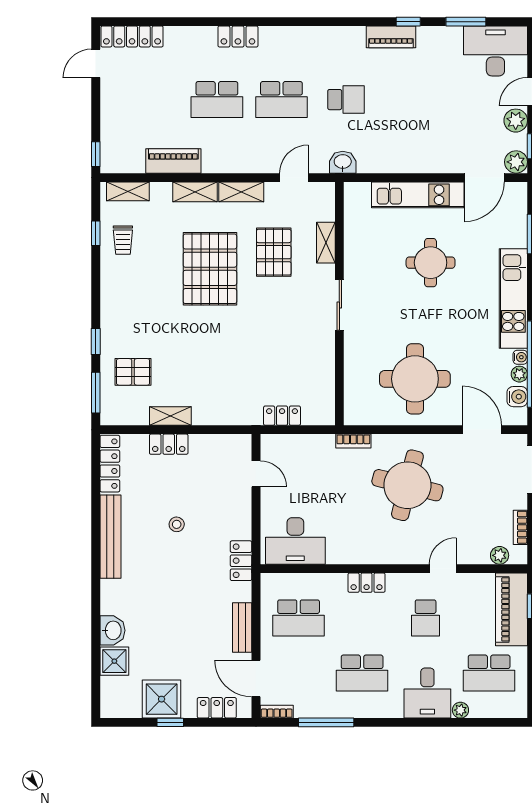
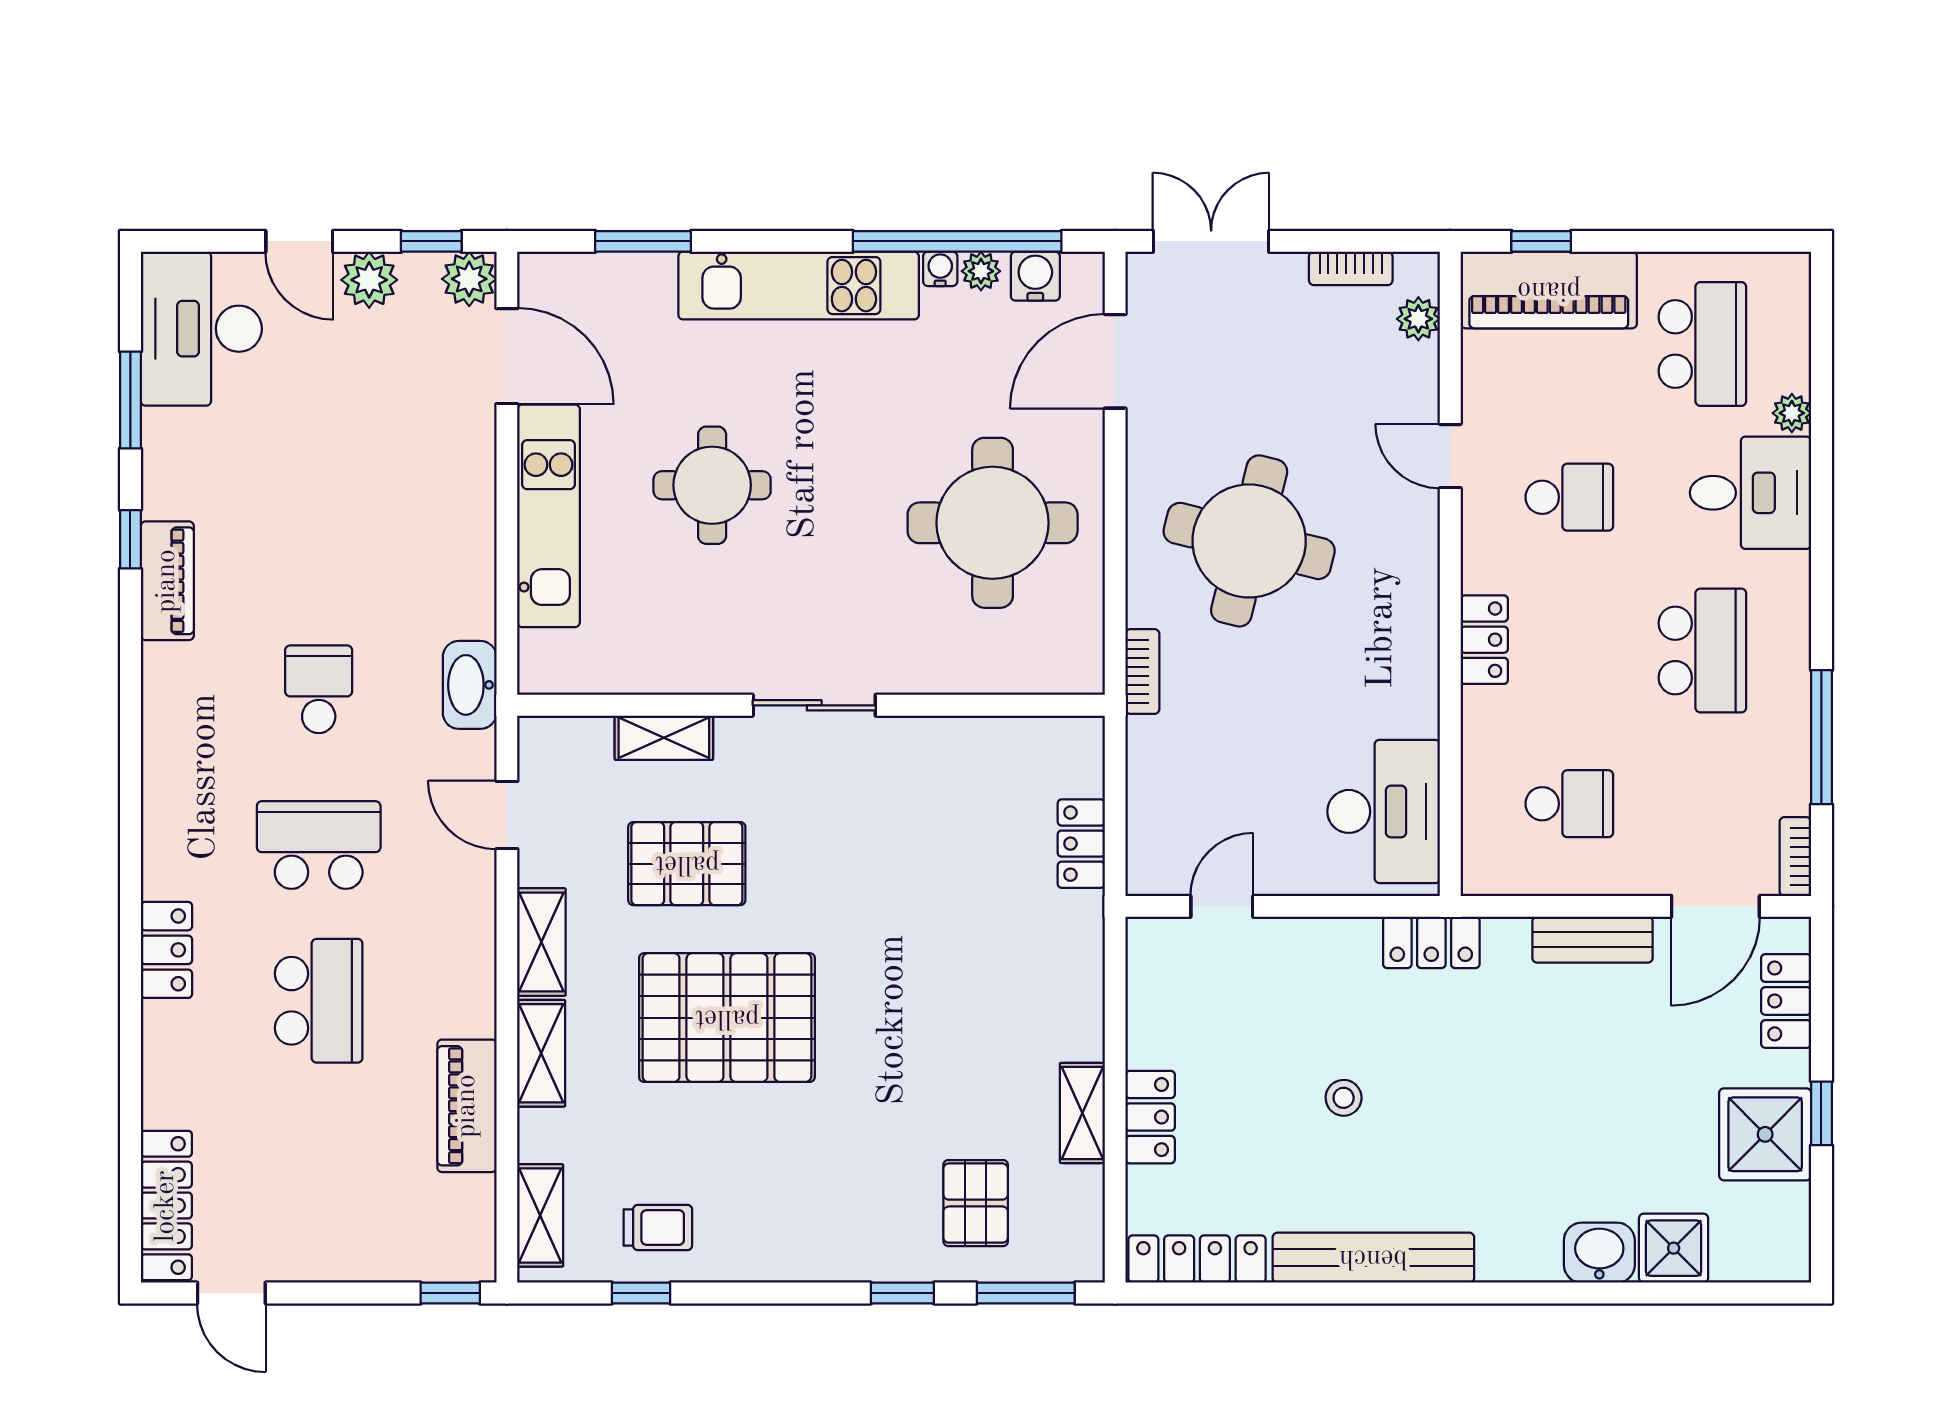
school desk: (281, 100) -> (319, 845), turned -90
washbasin: (343, 162) -> (470, 685), width x1.38
school desk: (299, 618) -> (1569, 804), width x0.54

